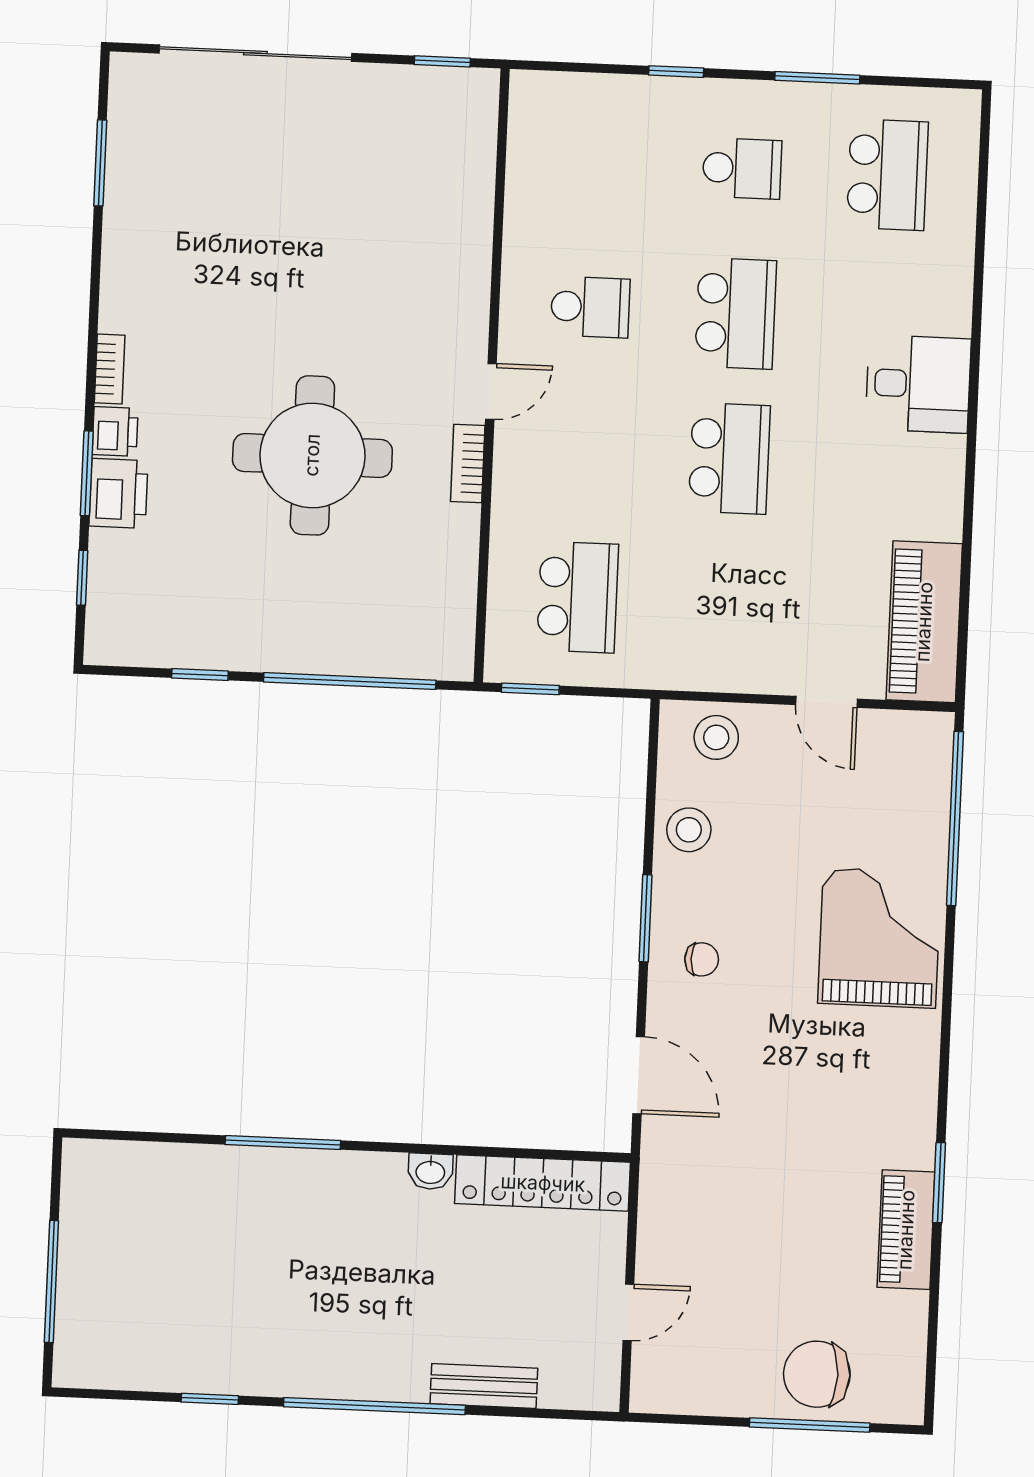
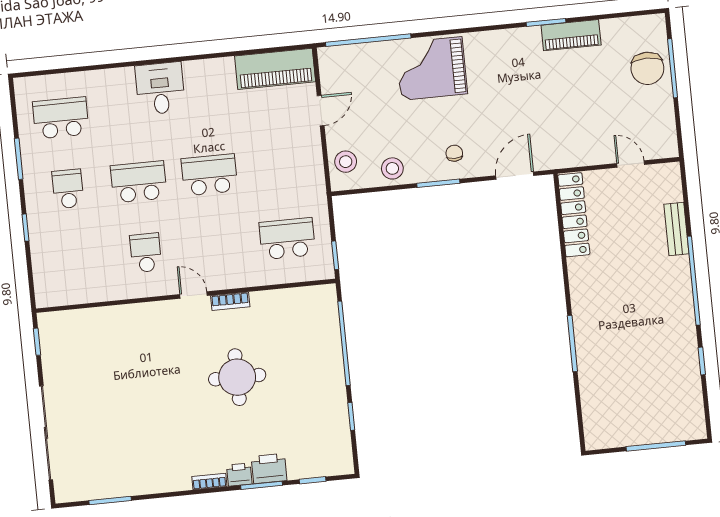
round table: (312, 455) -> (237, 377), width x0.73, depth x0.73
washbasin: (430, 1171) -> (576, 270), removed

